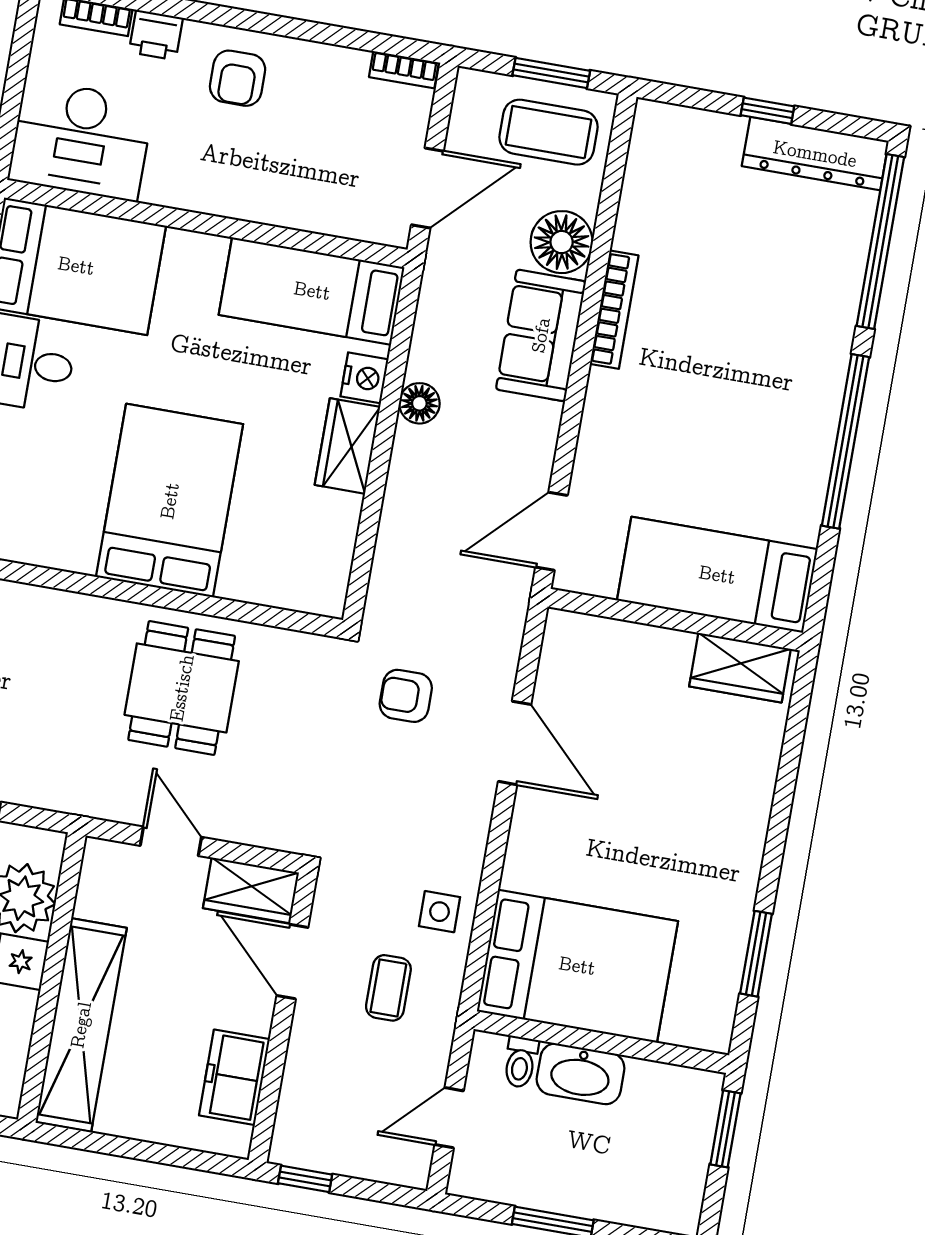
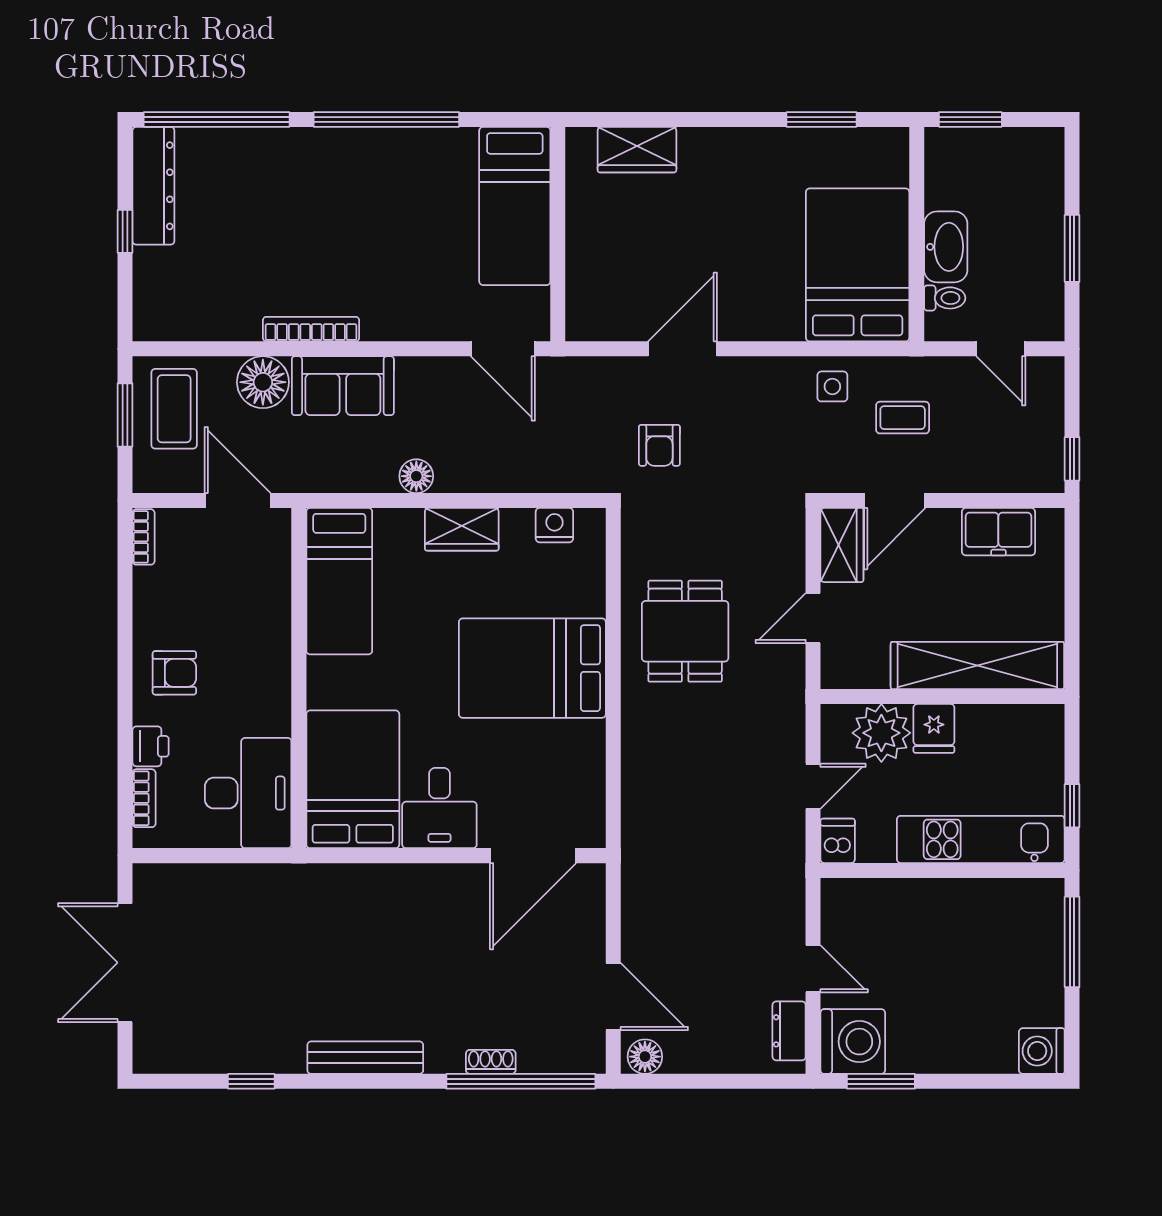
nightstand: (364, 378) -> (554, 525), moved
wardrobe: (740, 668) -> (637, 150), moved, turned 90
dining table: (182, 688) -> (685, 631), turned 90

